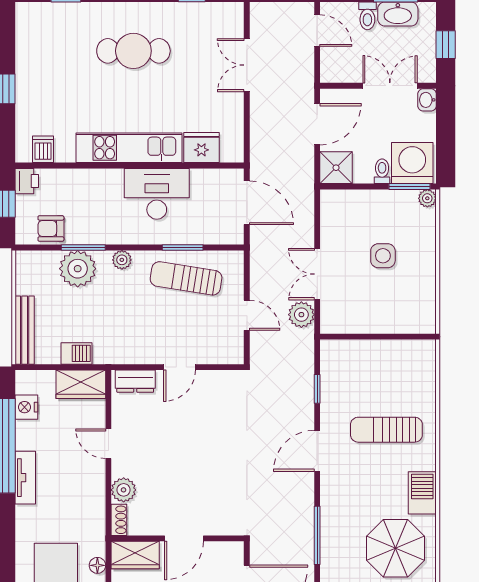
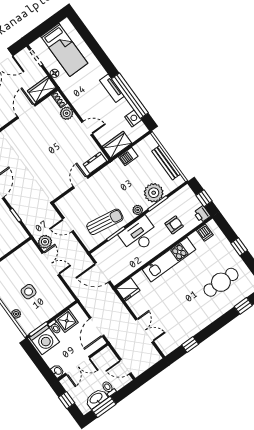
cafe table: (133, 51) -> (221, 282), moved
fridge: (201, 147) -> (128, 289), moved
shower: (336, 168) -> (67, 321), moved
desk: (157, 194) -> (139, 235), moved, turned 180
plant: (427, 198) -> (16, 314), moved
armchair: (51, 228) -> (174, 225), moved
bench: (25, 330) -> (166, 163), moved

